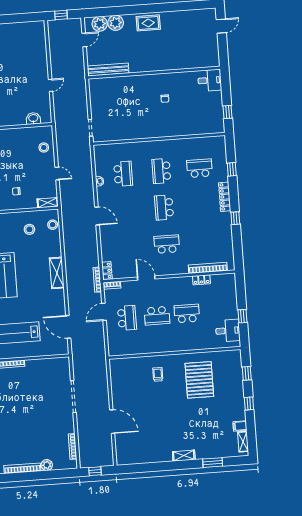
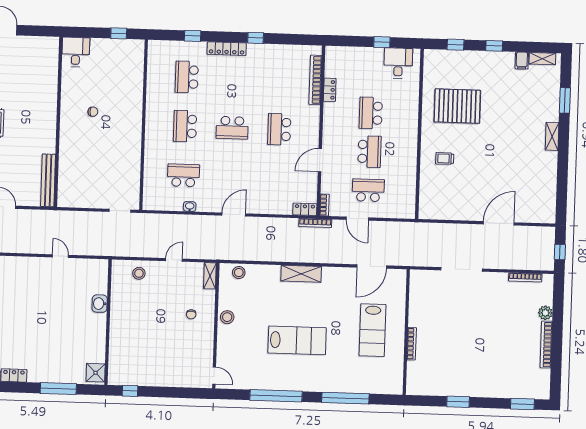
washbasin: (33, 118) -> (100, 304), moved
school desk: (161, 171) -> (185, 126), turned 90
stool: (29, 229) -> (227, 317), moved

